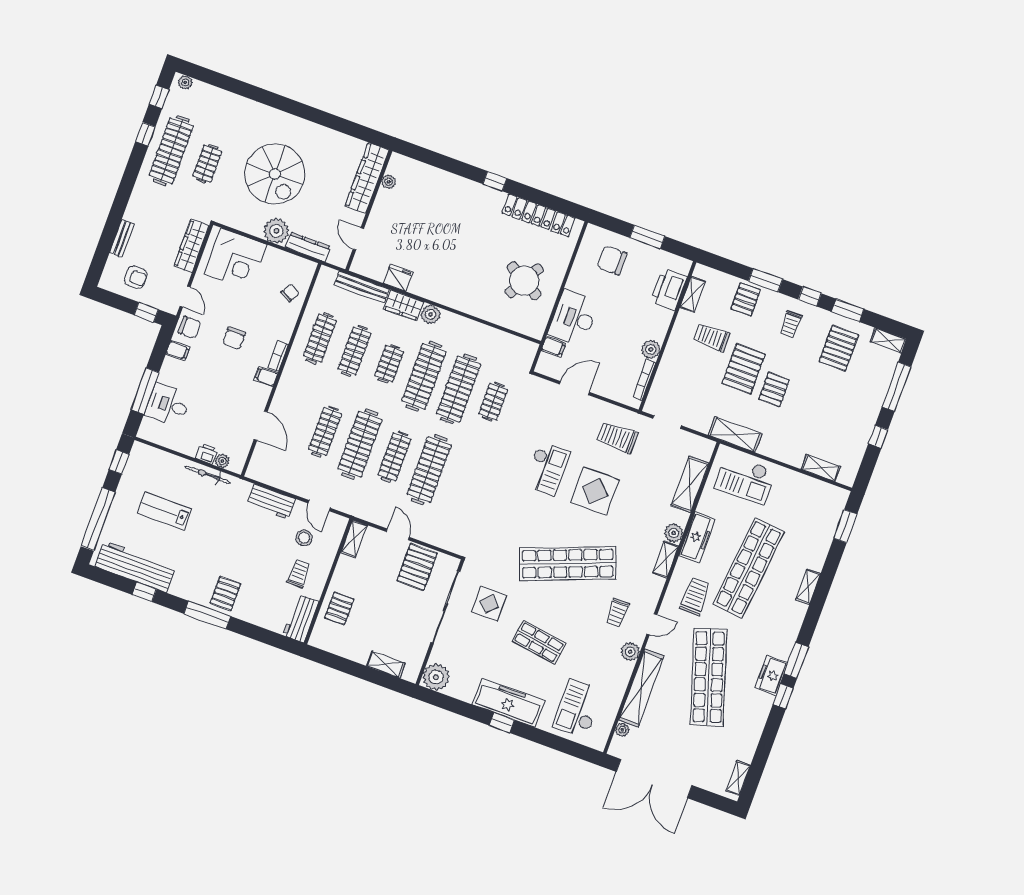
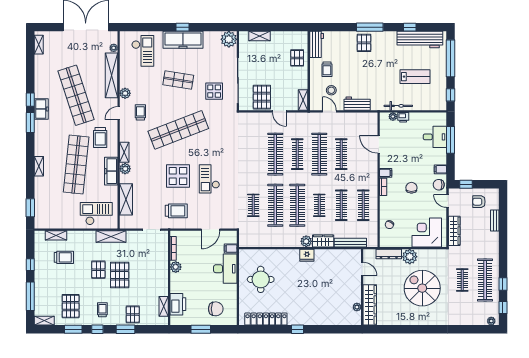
fridge: (398, 278) -> (307, 255), moved
round table: (524, 281) -> (261, 279), turned -30
trolley: (712, 337) -> (64, 257), moved

